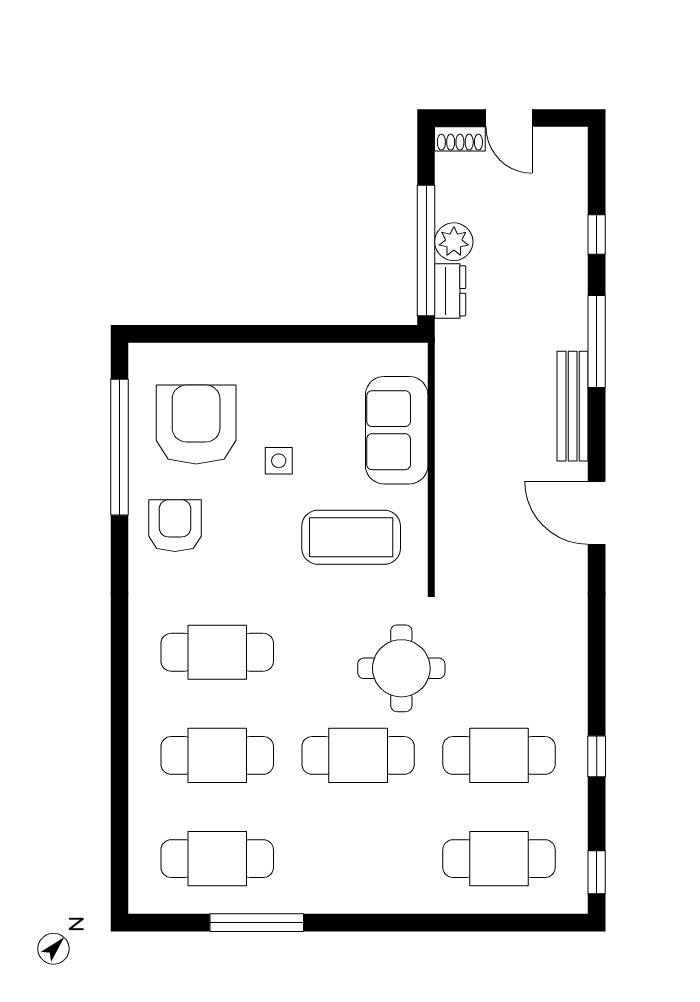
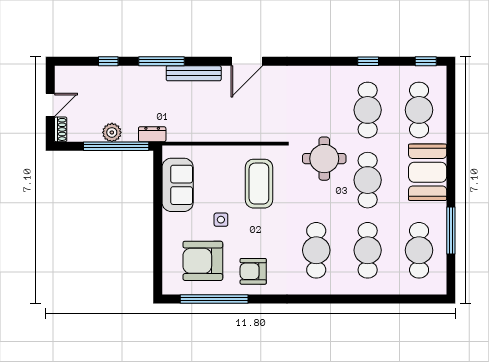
dresser: (450, 291) -> (152, 134), moved
sofa: (397, 430) -> (178, 185), moved, turned -90
booth: (374, 876) -> (428, 172), added

